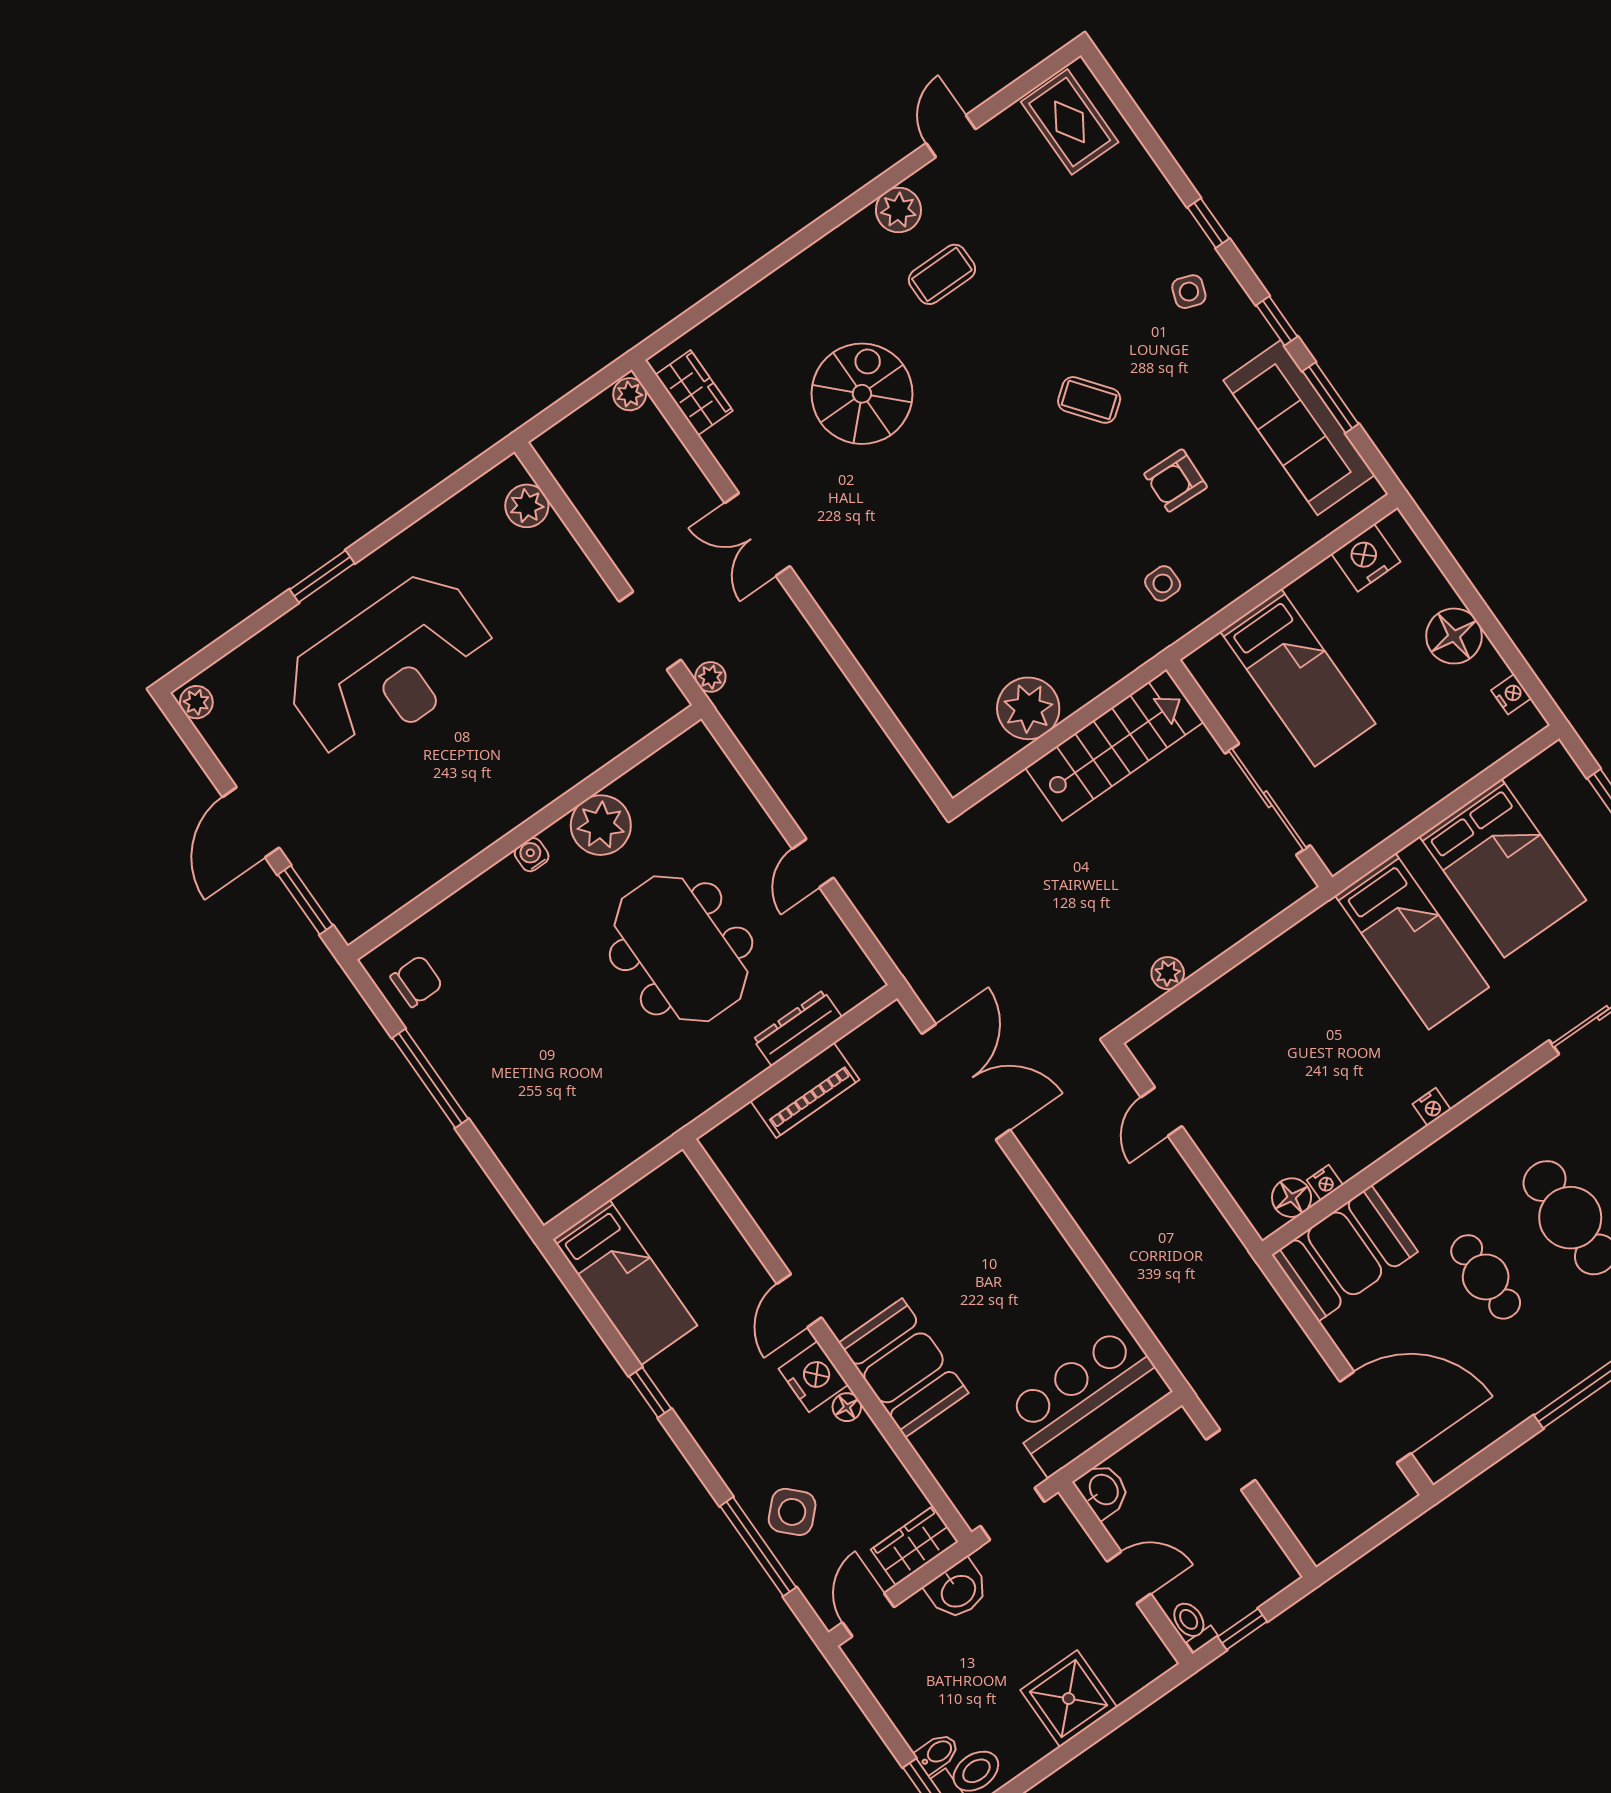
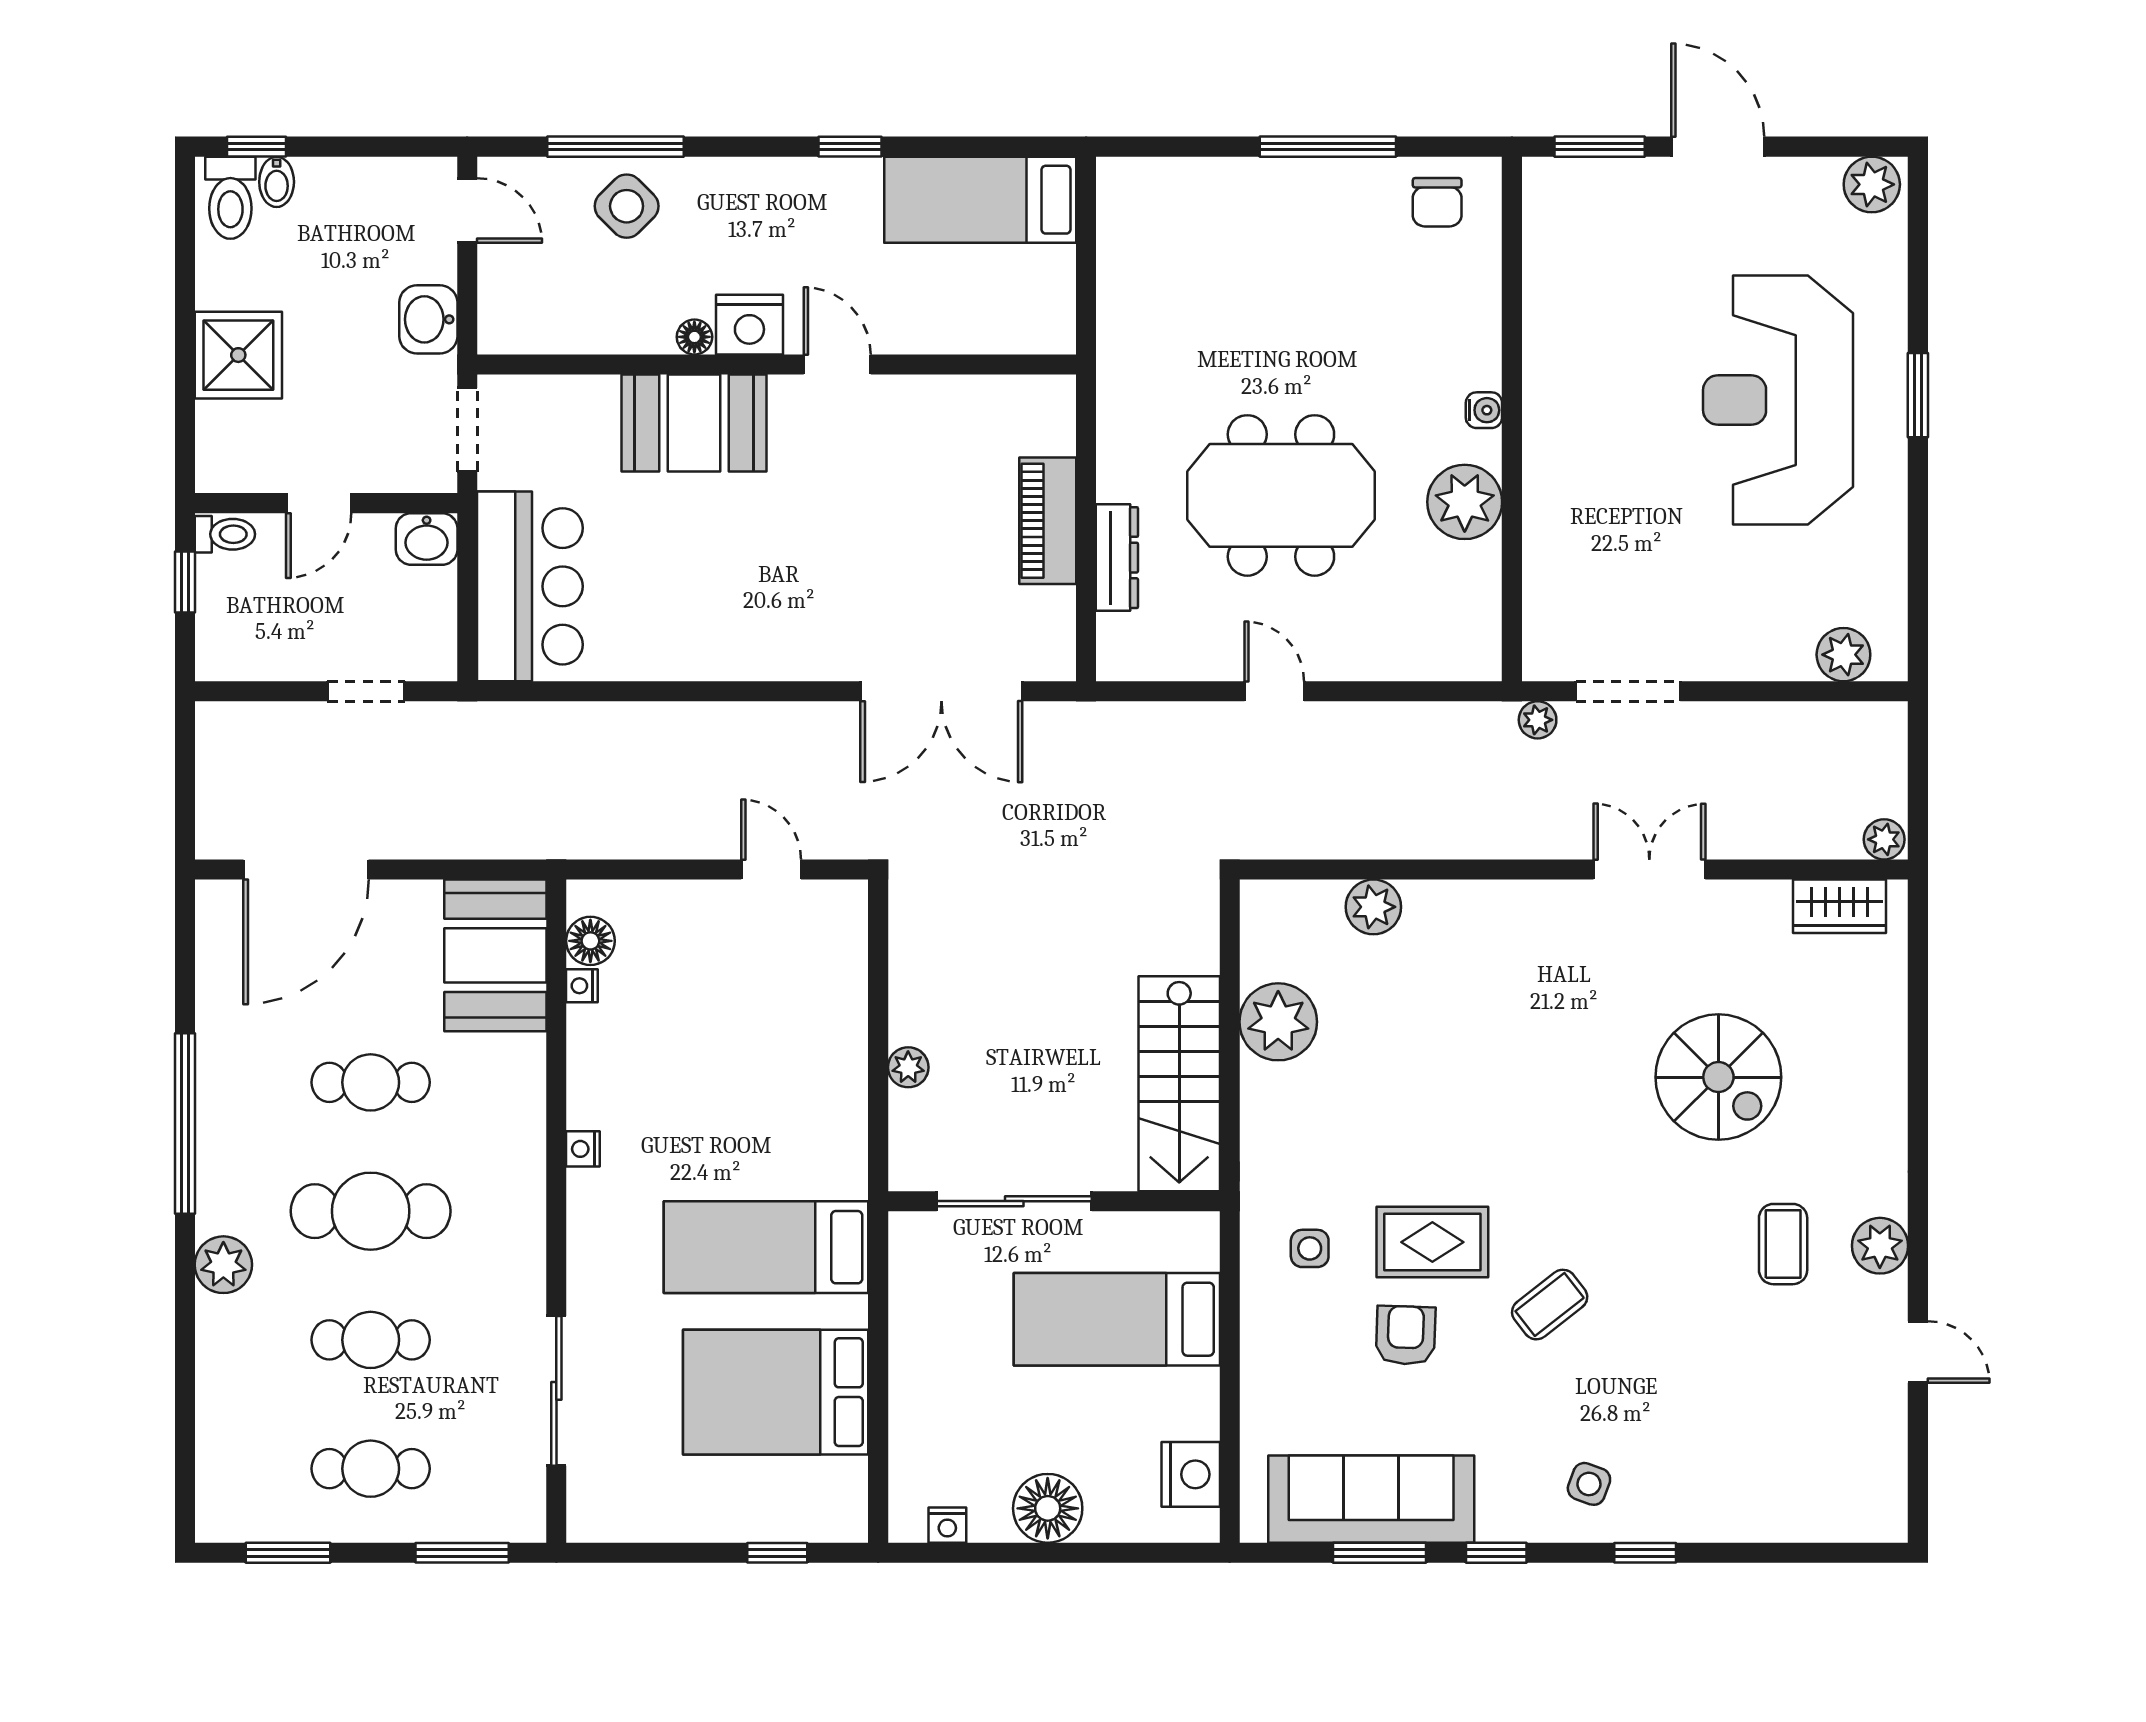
rug: (1070, 122) -> (1432, 1242), moved
plant: (909, 699) -> (1373, 907), added
plant: (196, 702) -> (1872, 184), width x1.38, depth x1.38
plant: (1168, 973) -> (908, 1067), moved
wardrobe: (915, 1546) -> (505, 307), removed

